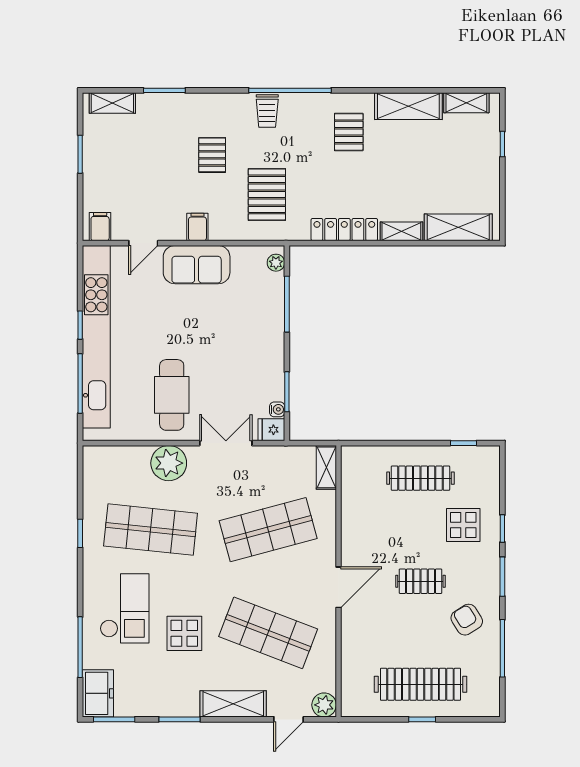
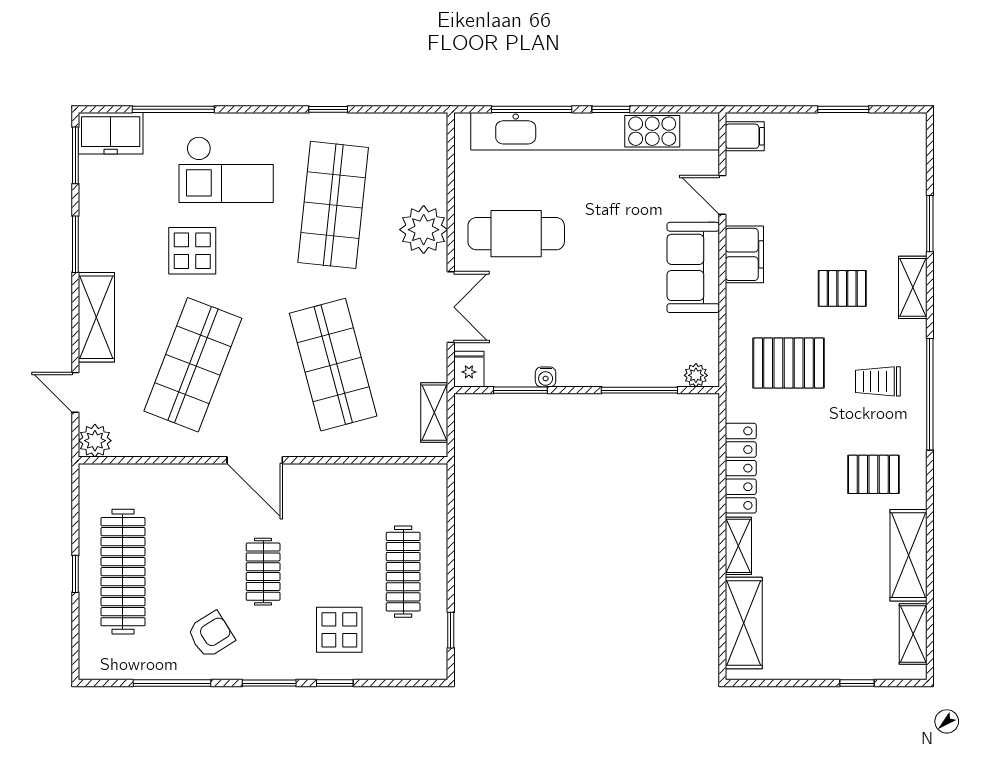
shelving: (112, 103) -> (913, 287), moved
trolley: (267, 111) -> (878, 381), moved
filing cabinet: (197, 227) -> (744, 254), width x2.00
water cooler: (277, 409) -> (546, 377), moved
shelving: (326, 467) -> (434, 413), moved, turned 90

